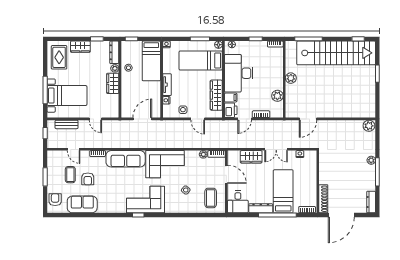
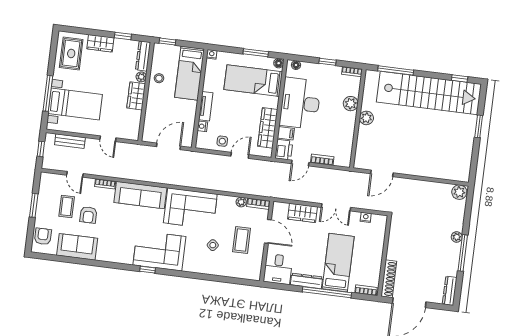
plant: (277, 96) -> (351, 104), moved
door: (198, 119) -> (240, 155), swing flipped
coffee table: (211, 198) -> (242, 240), moved

